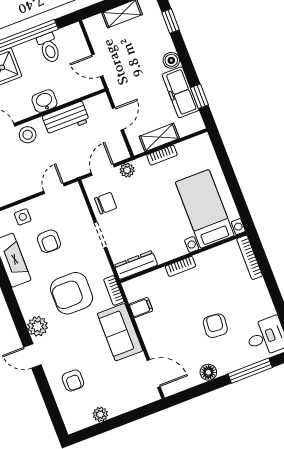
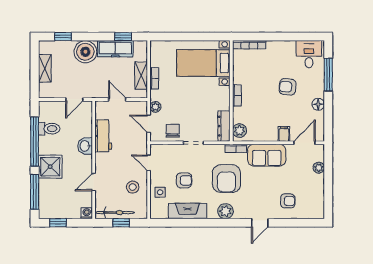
boiler: (171, 60) -> (85, 52), width x1.86, depth x1.86
stool: (28, 135) -> (133, 187), moved
plant: (138, 287) -> (239, 131), added
filing cabinet: (141, 308) -> (284, 134), moved
plant: (38, 326) -> (226, 211), moved
plant: (100, 414) -> (319, 168), moved

